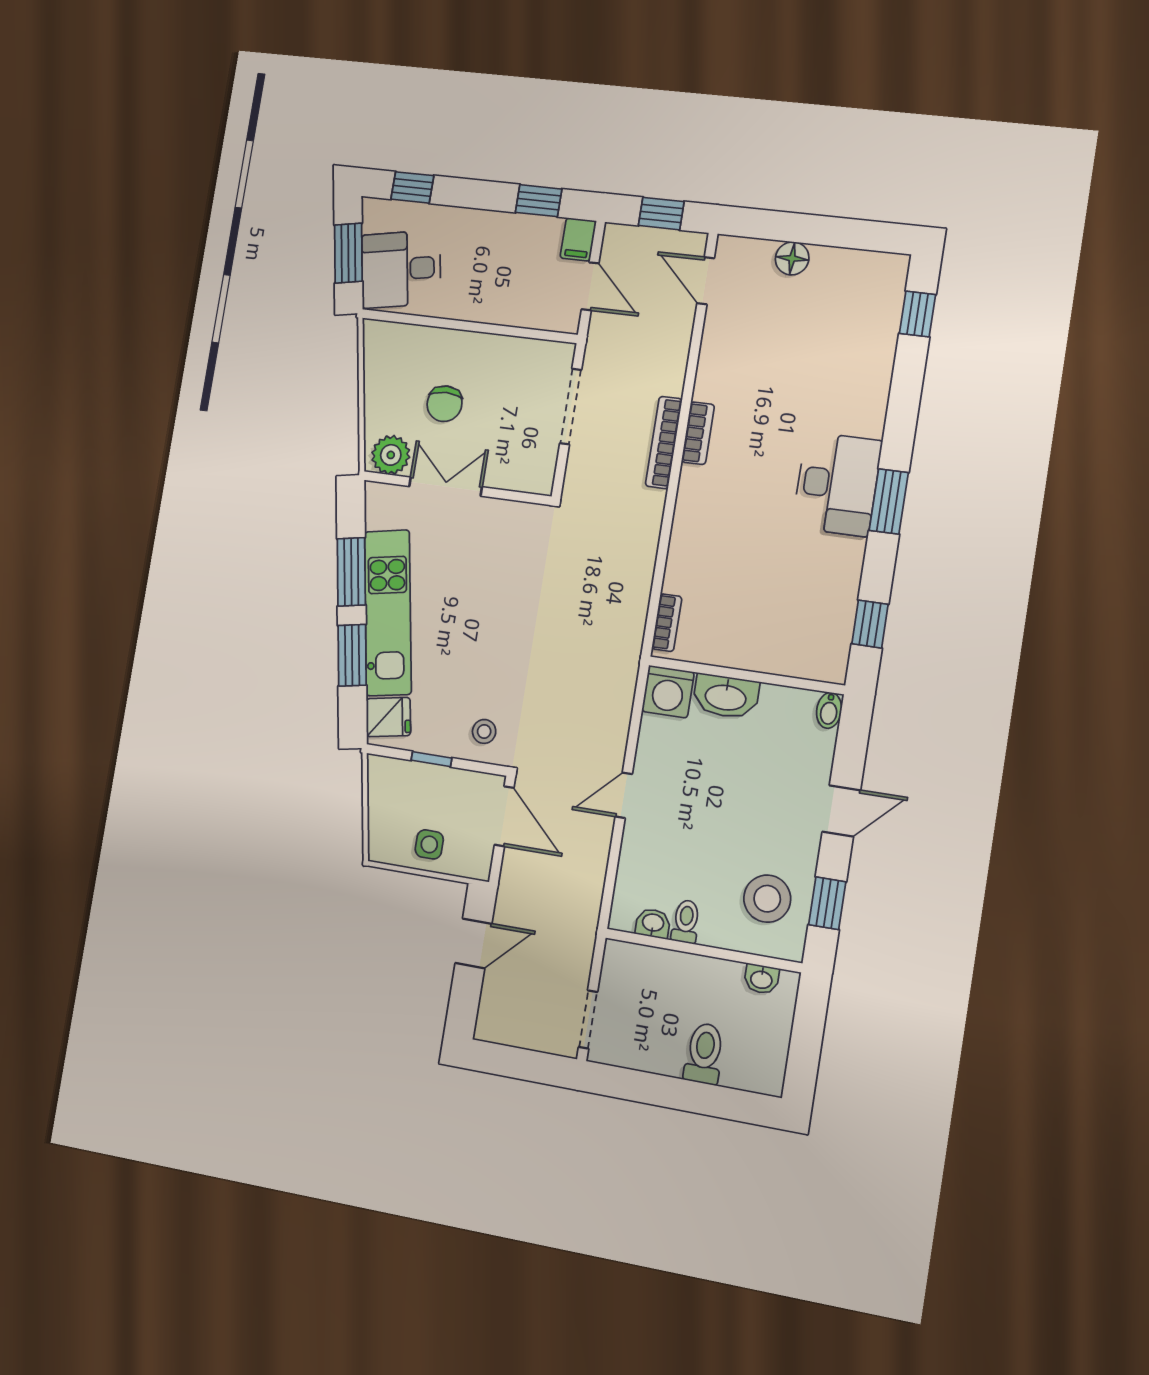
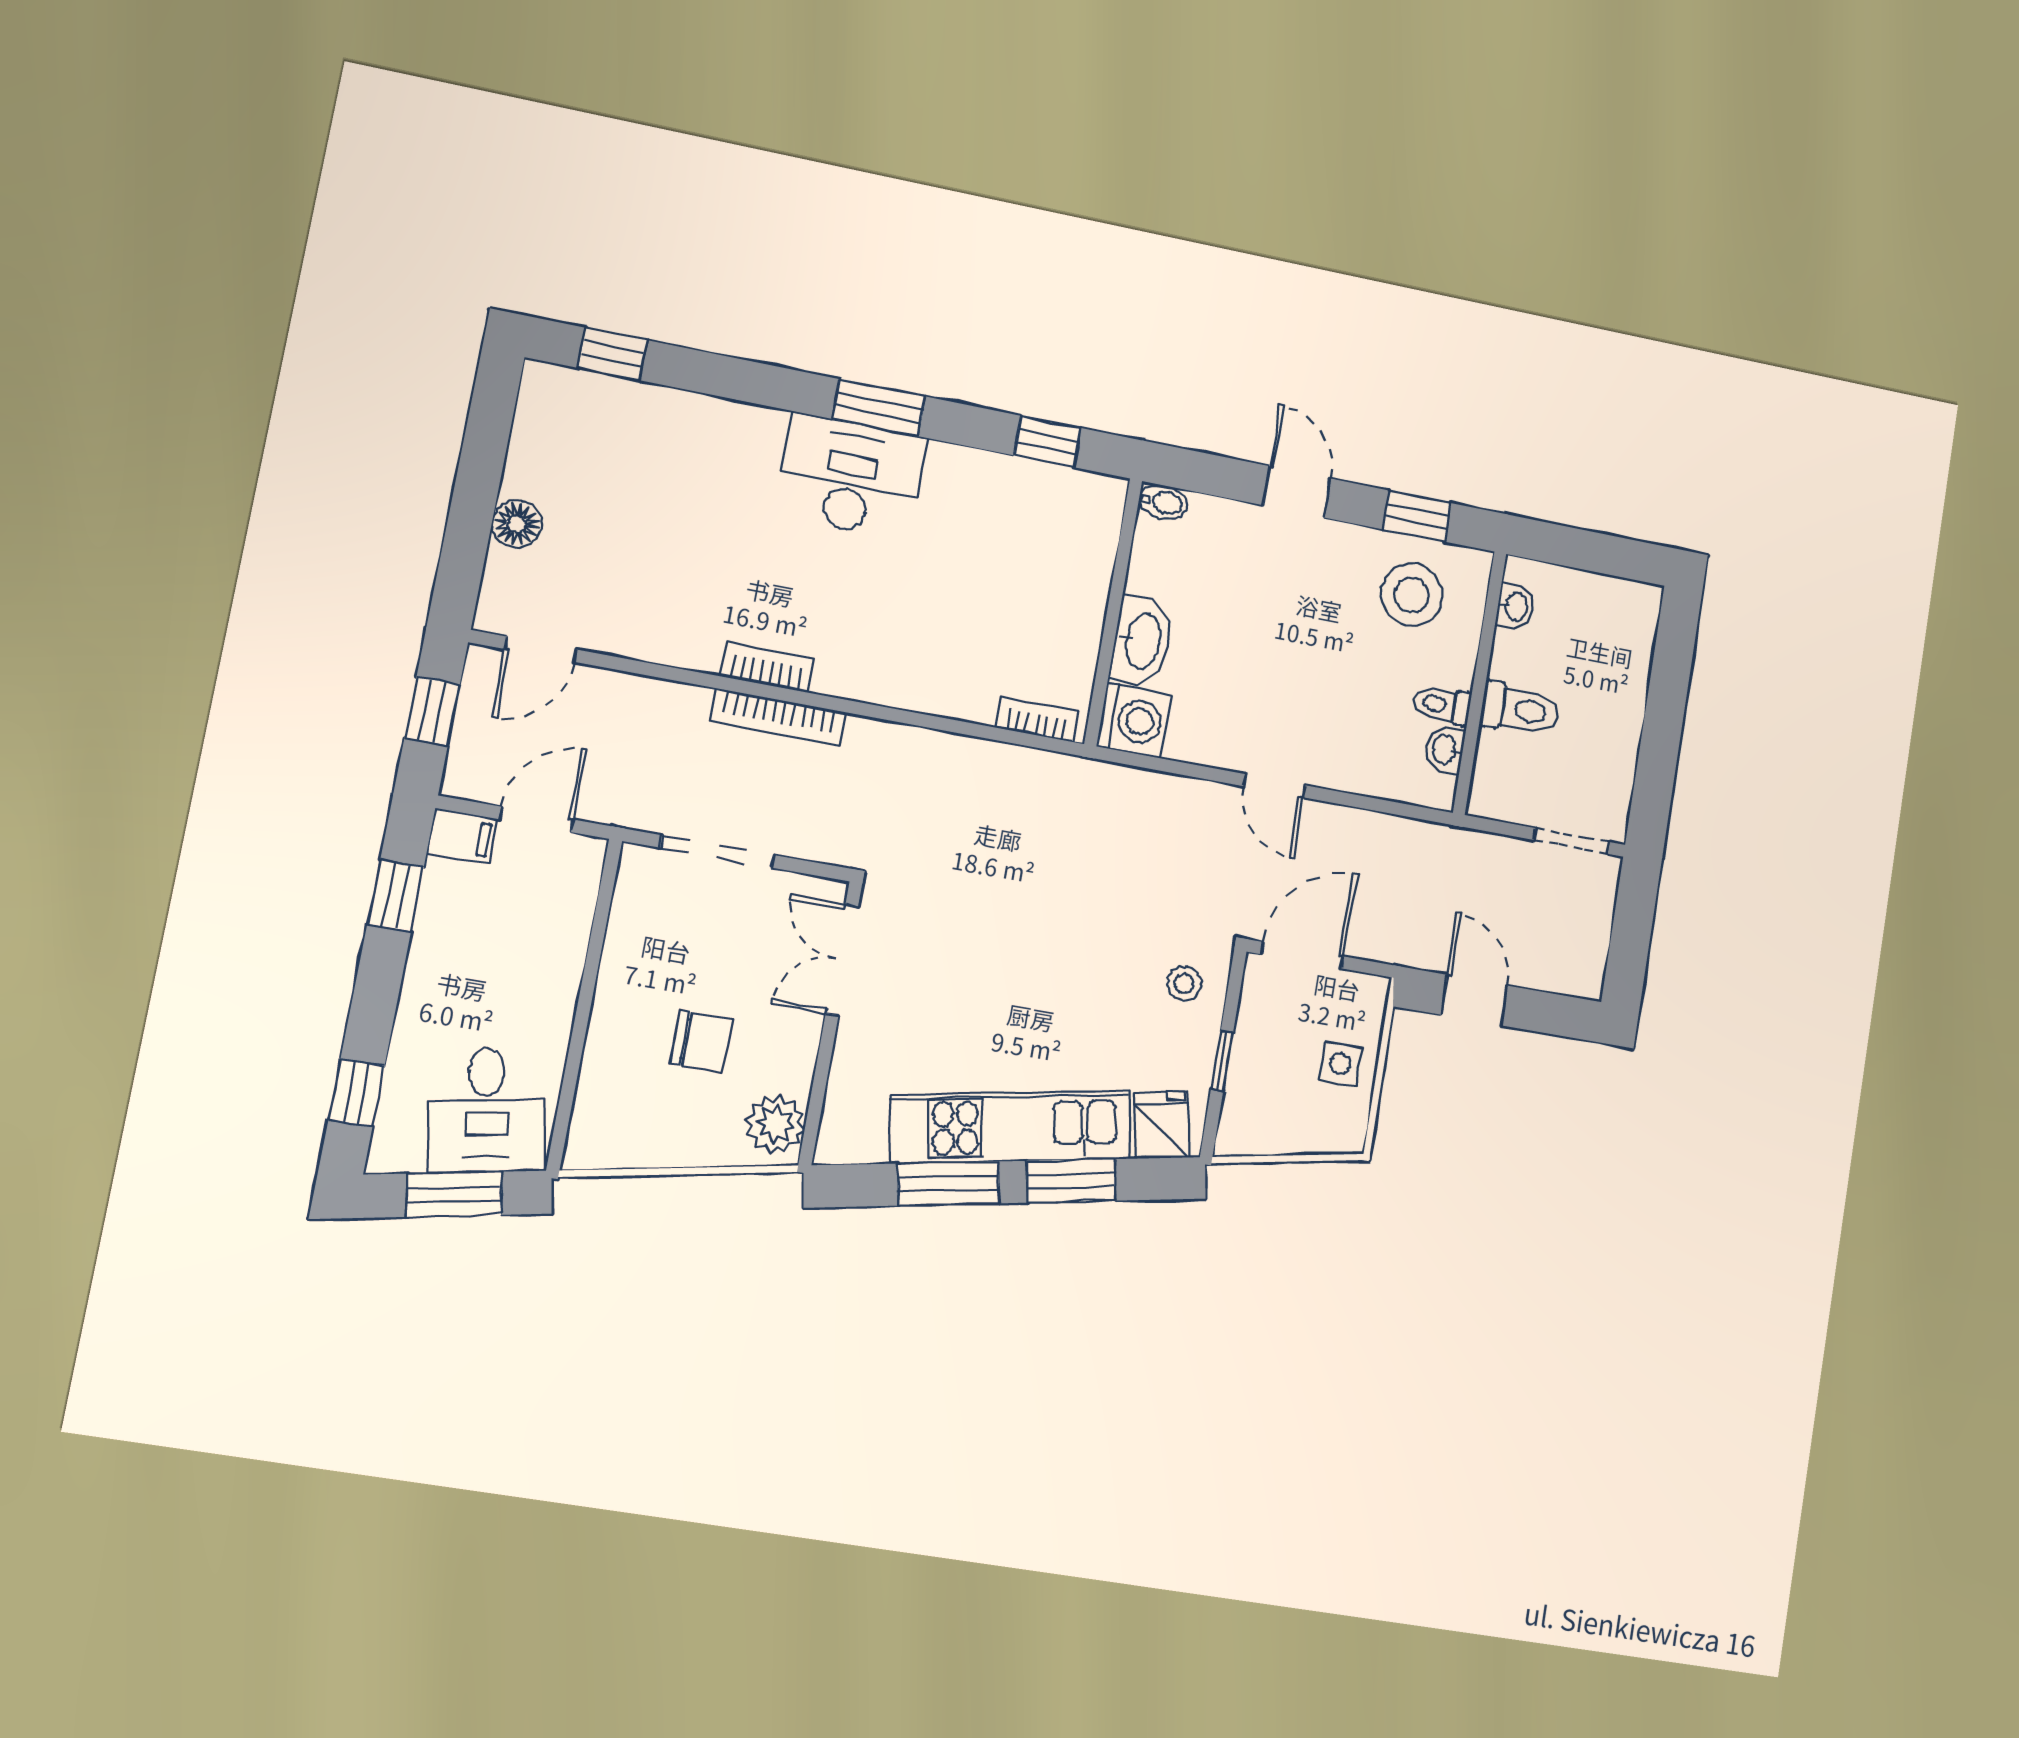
double door: (445, 487) -> (842, 960), moved
toilet: (704, 1054) -> (1520, 709), moved, turned 180

